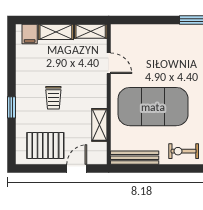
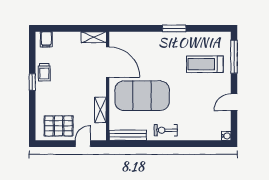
shelving: (56, 32) -> (67, 38), removed
door: (109, 63) -> (108, 62), width x1.88
trolley: (53, 98) -> (44, 72), moved
window: (12, 107) -> (32, 82), moved

